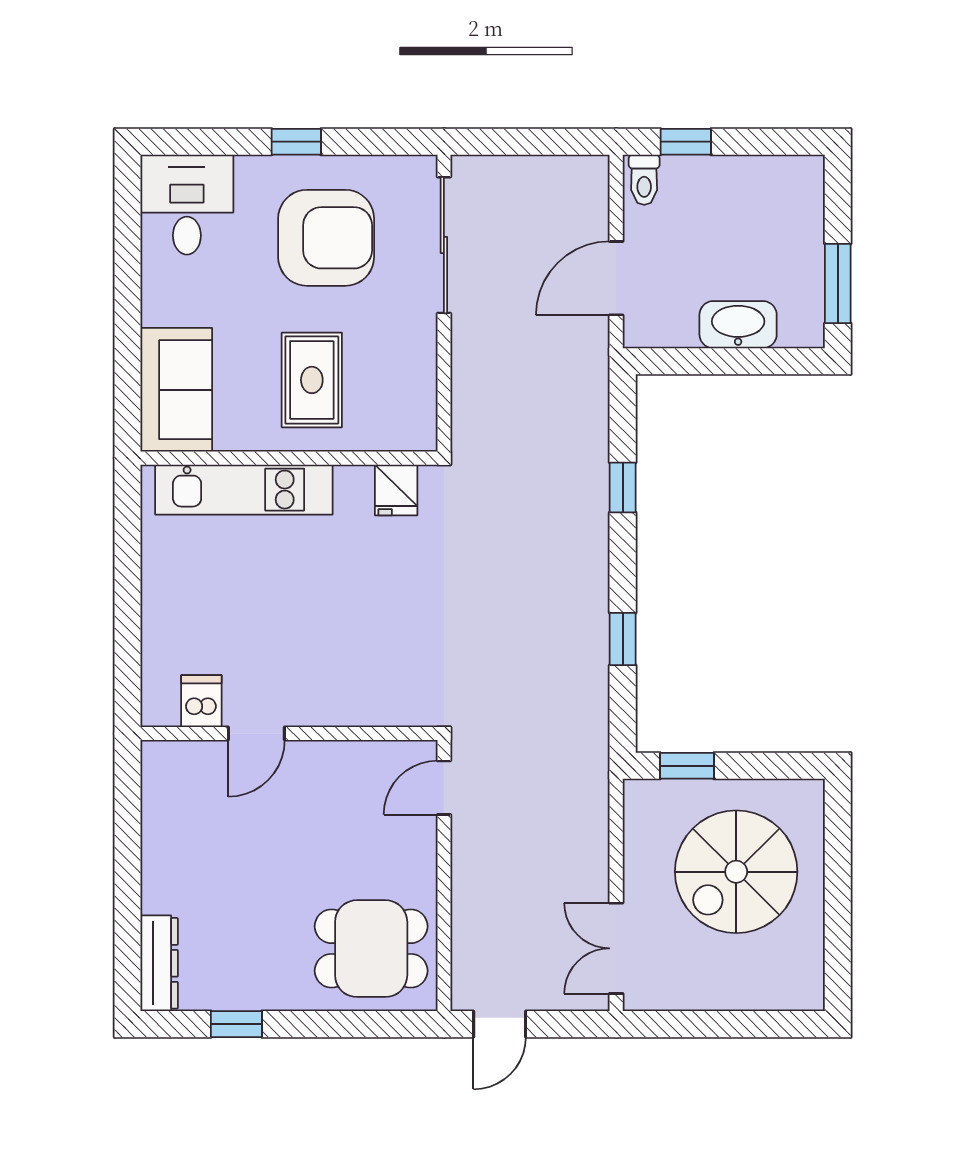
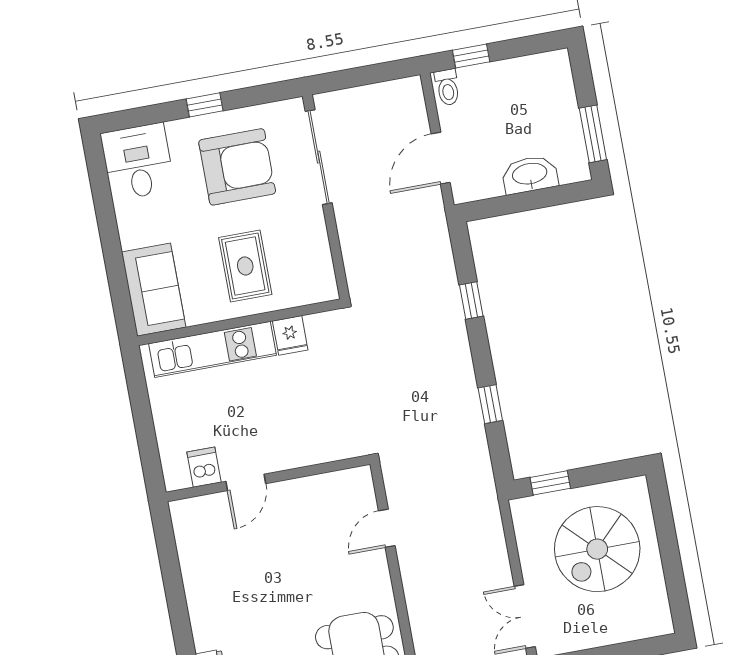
fridge: (396, 490) -> (290, 335), moved
dishwasher: (201, 701) -> (204, 467), moved
door: (256, 734) -> (246, 482), moved
wall: (289, 734) -> (268, 478), moved

